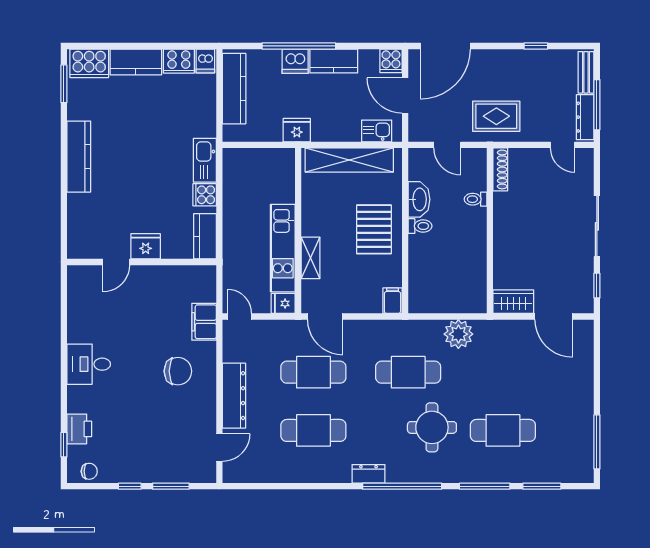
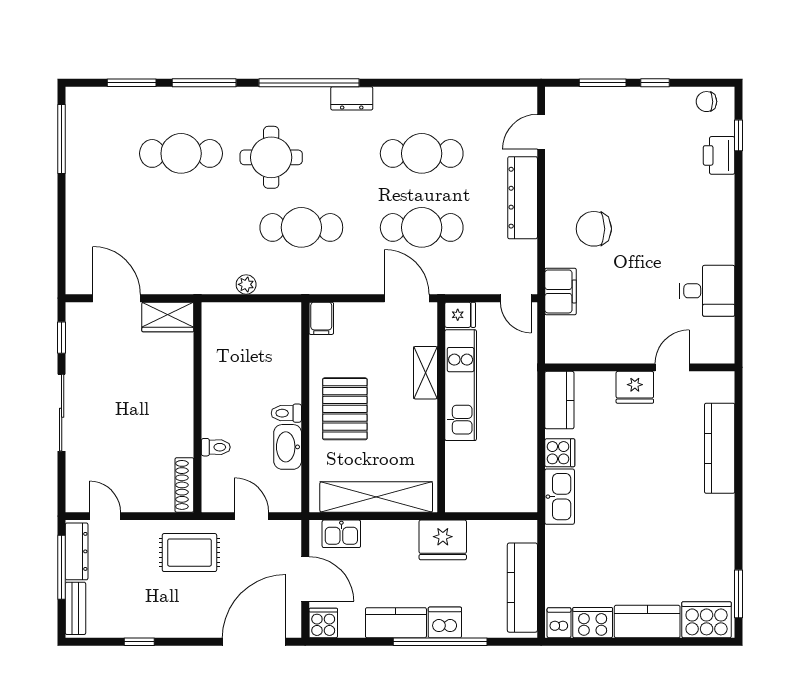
fridge: (297, 130) -> (443, 540), width x1.36, depth x1.34
kitchen counter: (79, 157) -> (720, 448), moved
plant: (458, 334) -> (246, 284), width x0.53, depth x0.53
desk: (89, 364) -> (707, 291), moved

